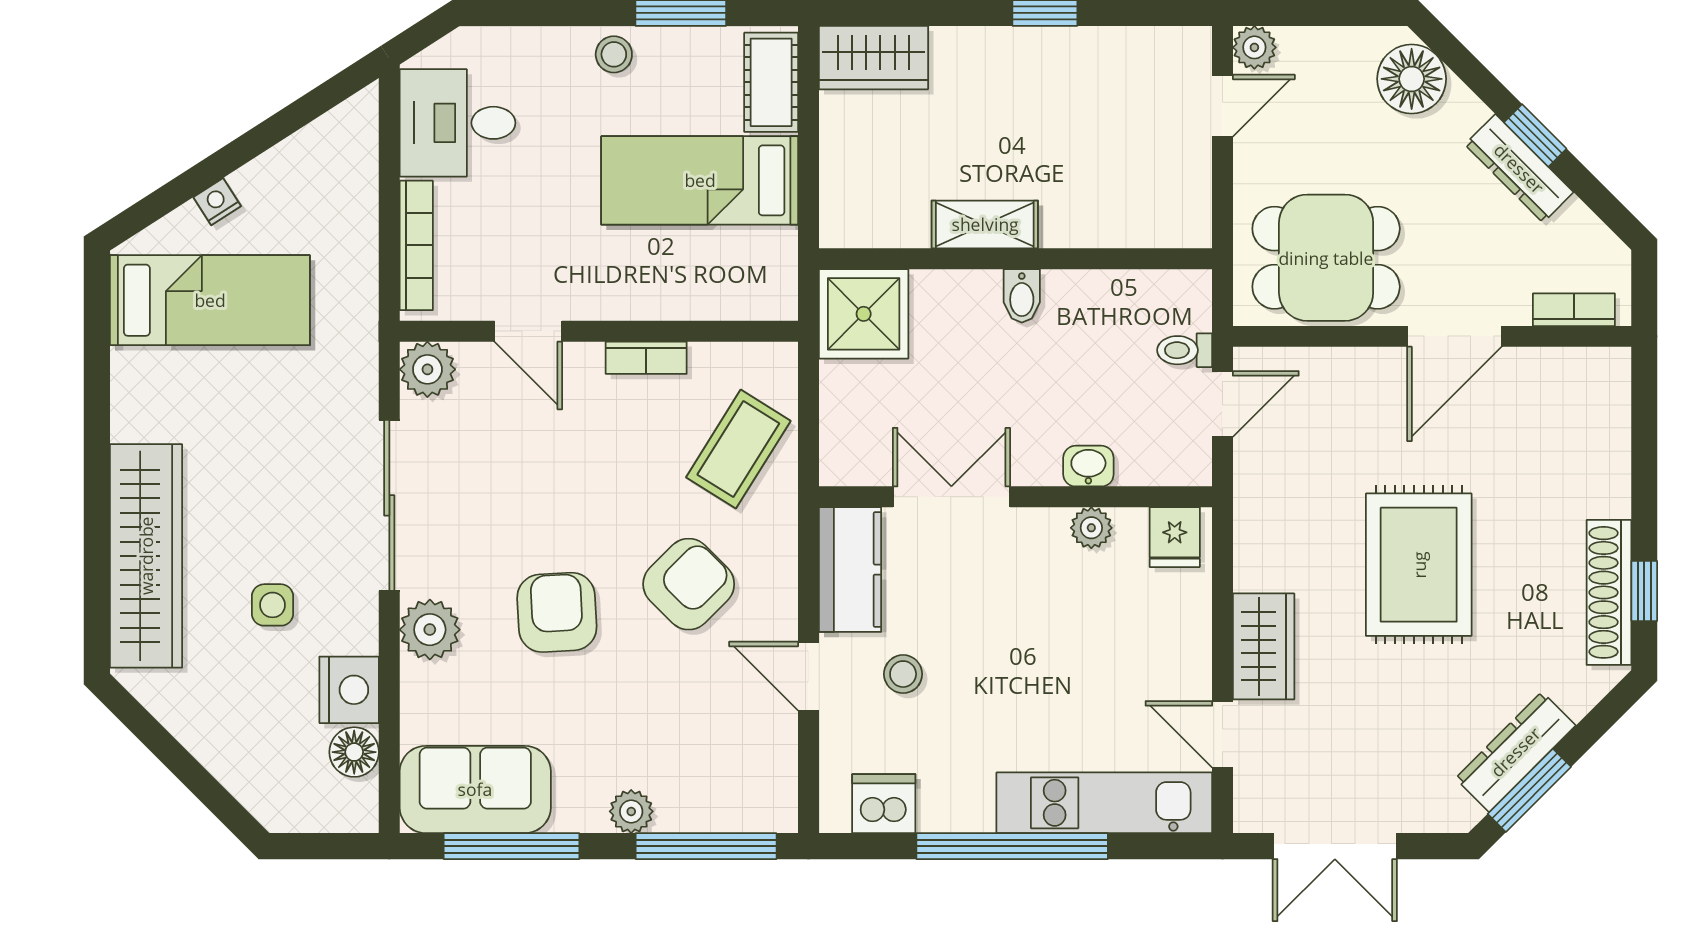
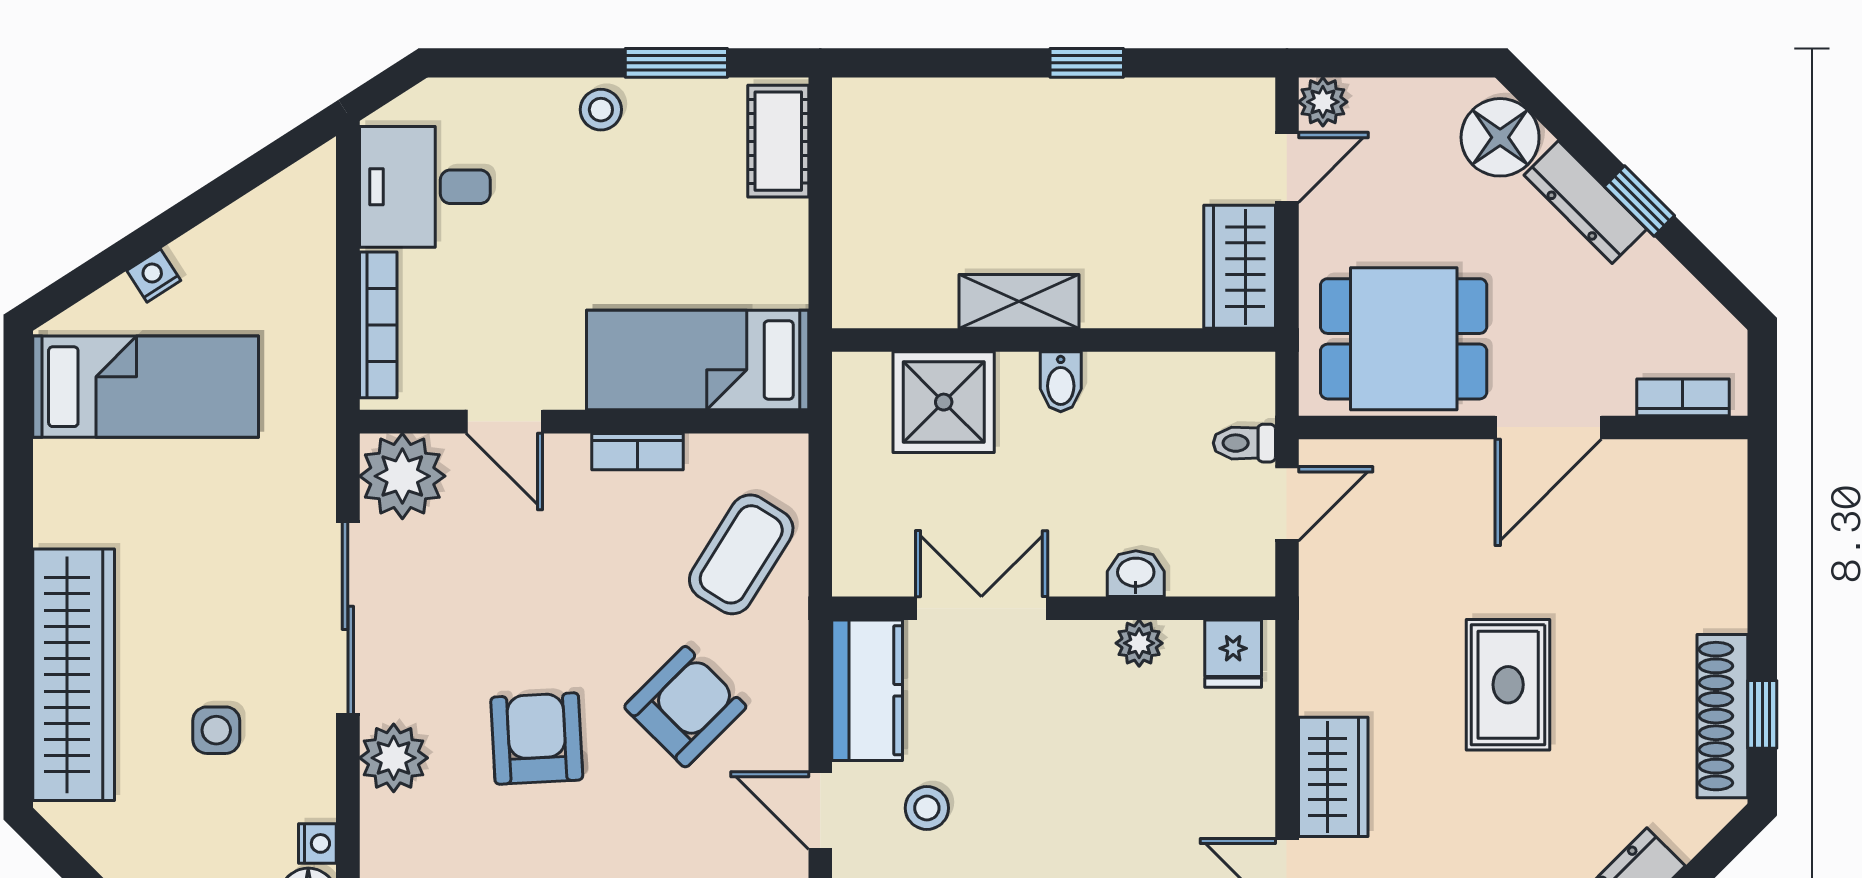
wardrobe: (873, 58) -> (1240, 267), moved, turned 90
dresser: (1519, 168) -> (1585, 202), moved
bed: (700, 180) -> (698, 360), moved
shower: (864, 314) -> (944, 402), moved
plant: (427, 369) -> (402, 476), width x1.36, depth x1.36
rug: (1419, 565) -> (1508, 685), width x0.73, depth x0.70
nightstand: (349, 690) -> (317, 843), width x0.53, depth x0.56

